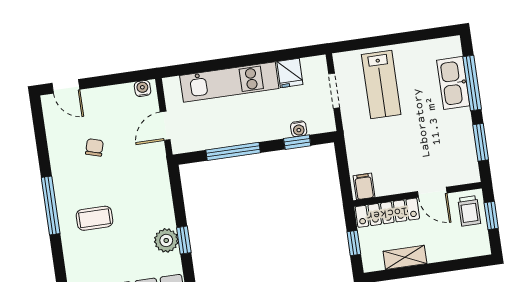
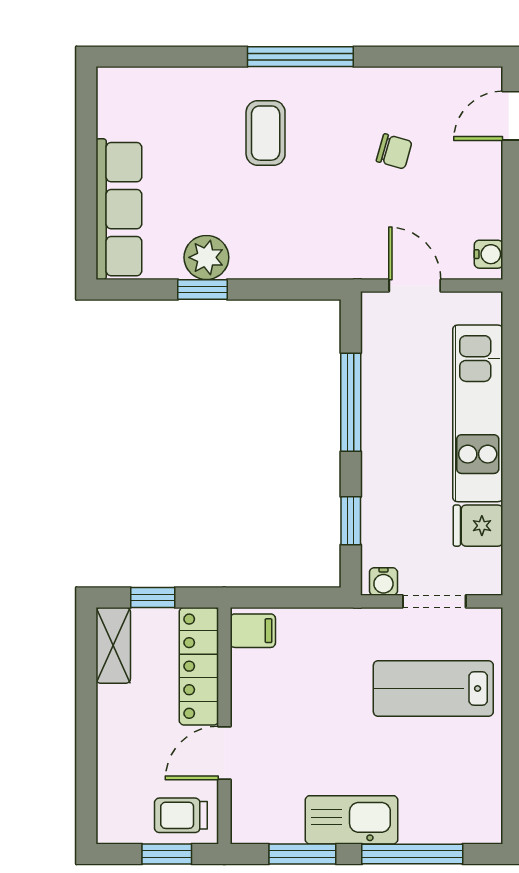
kitchen sink: (453, 83) -> (352, 820), moved
water cooler: (299, 129) -> (383, 582), moved, turned -90
shelving: (405, 257) -> (113, 645), moved

